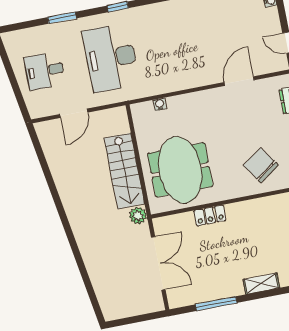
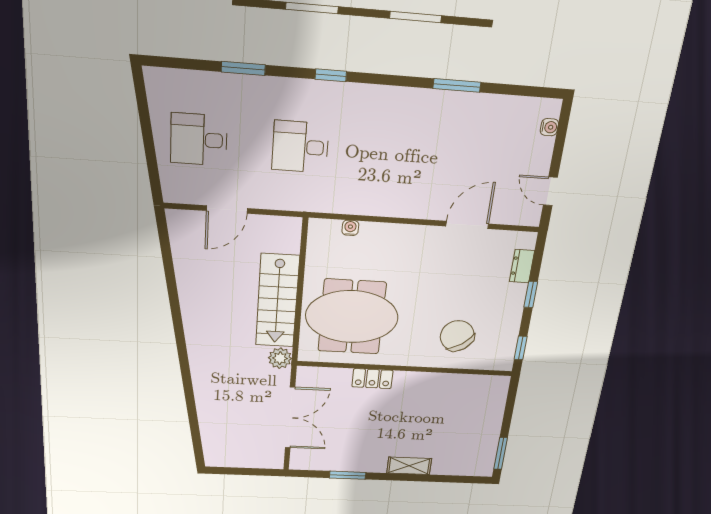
desk: (111, 58) -> (300, 147), width x0.53, depth x0.77
meeting table: (180, 170) -> (352, 317), turned 90
window: (216, 304) -> (348, 475), width x0.69

